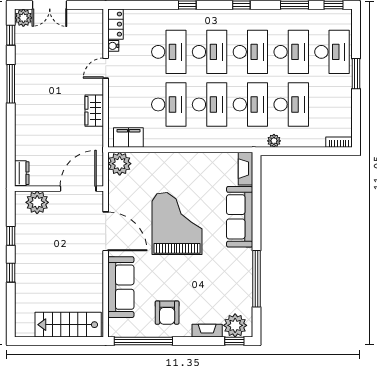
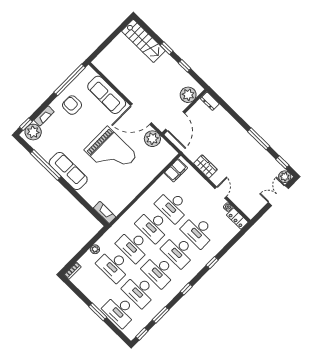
plant: (274, 141) -> (95, 249), moved
plant: (120, 164) -> (152, 139), moved
sofa: (240, 217) -> (68, 171), moved
stairs: (68, 325) -> (143, 41), moved, turned 90

